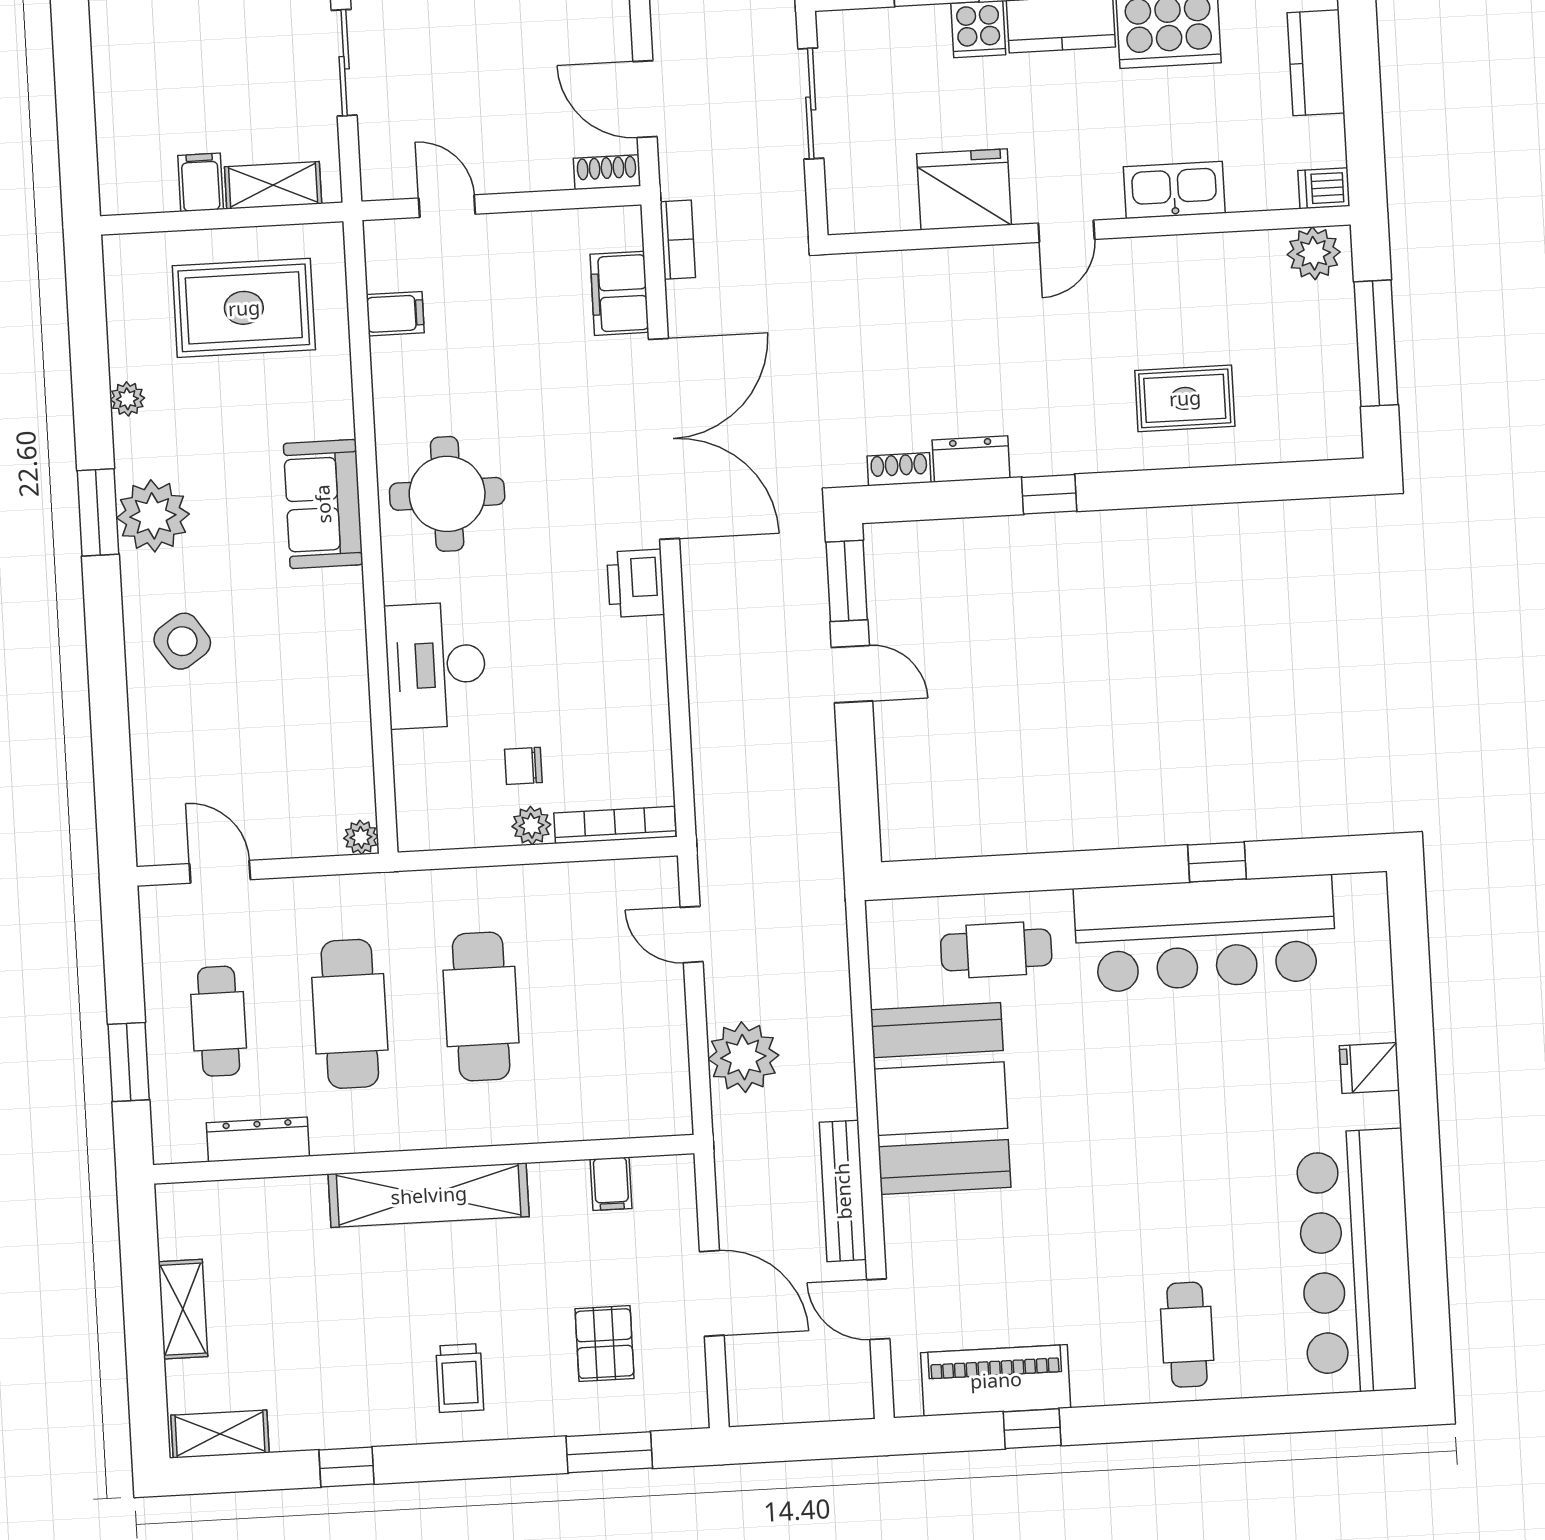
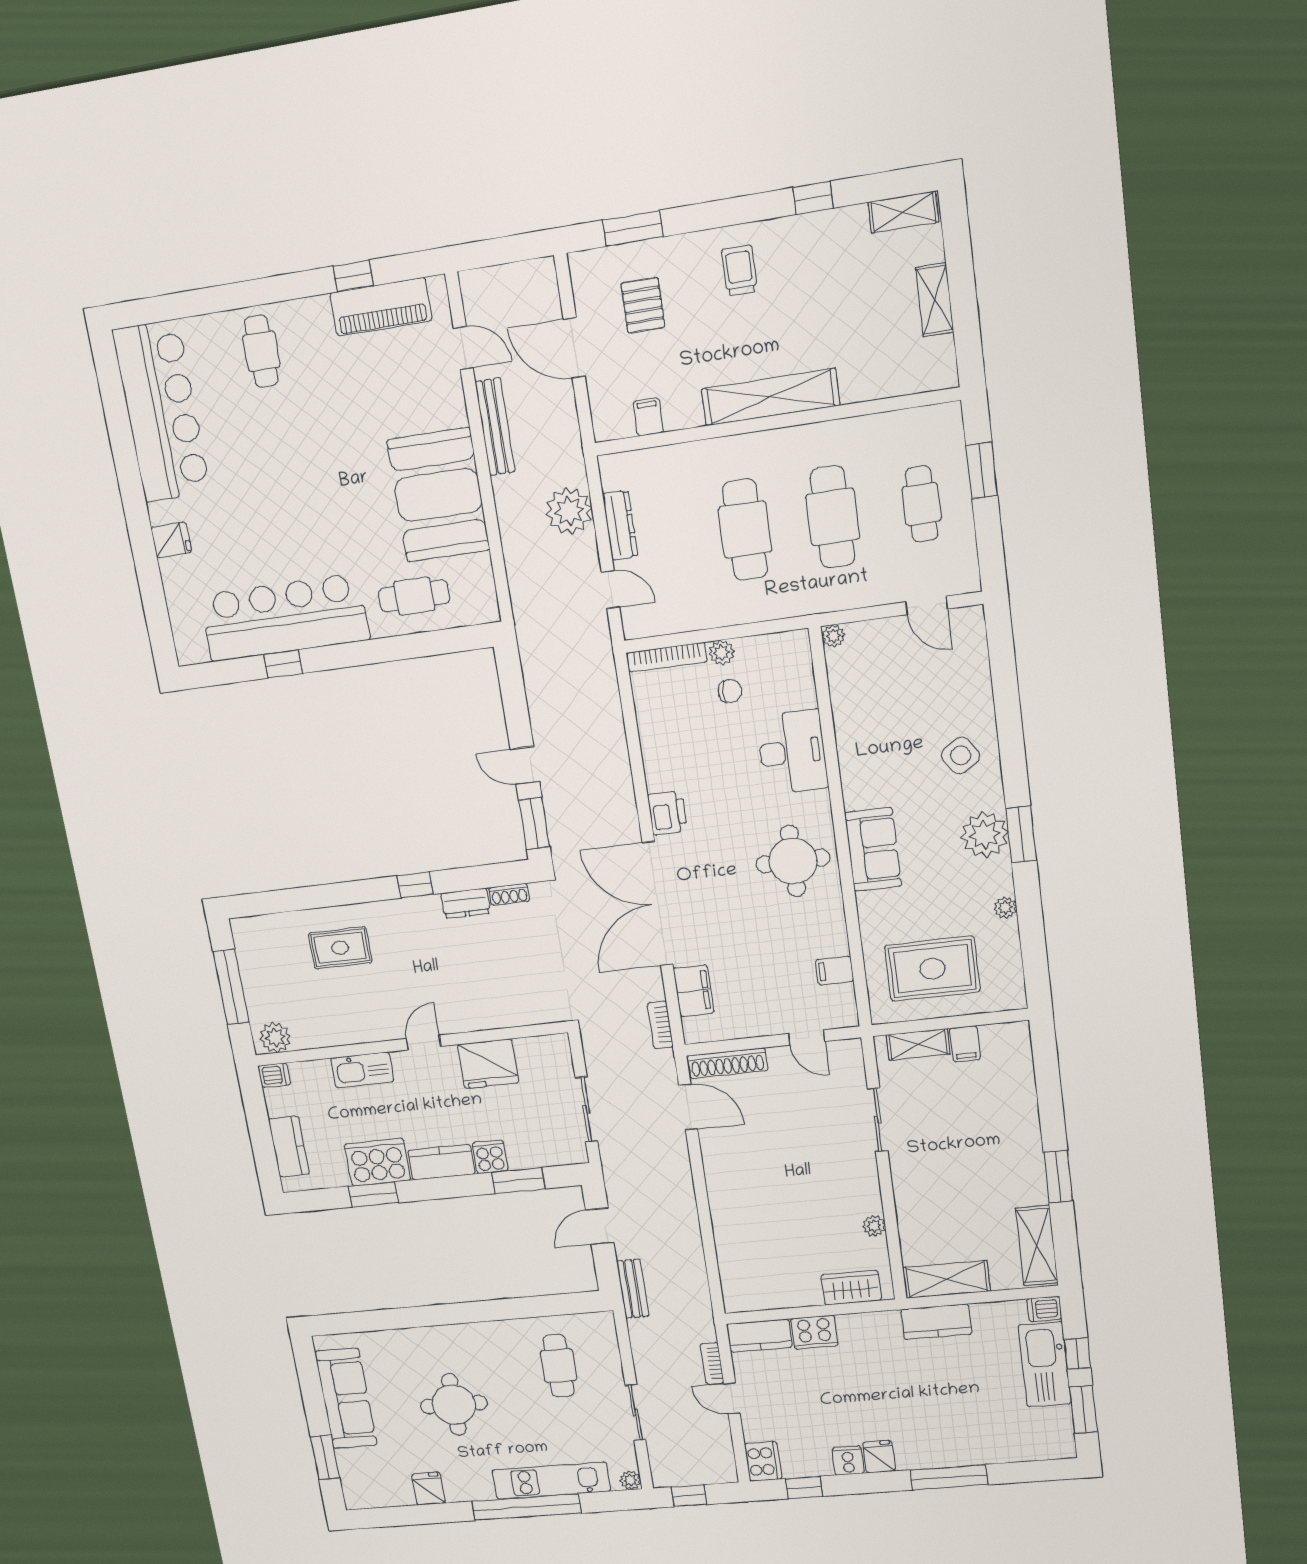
shoe rack: (607, 172) -> (727, 1063), width x1.94, depth x1.24
dresser: (258, 1139) -> (620, 525), moved, turned -90

